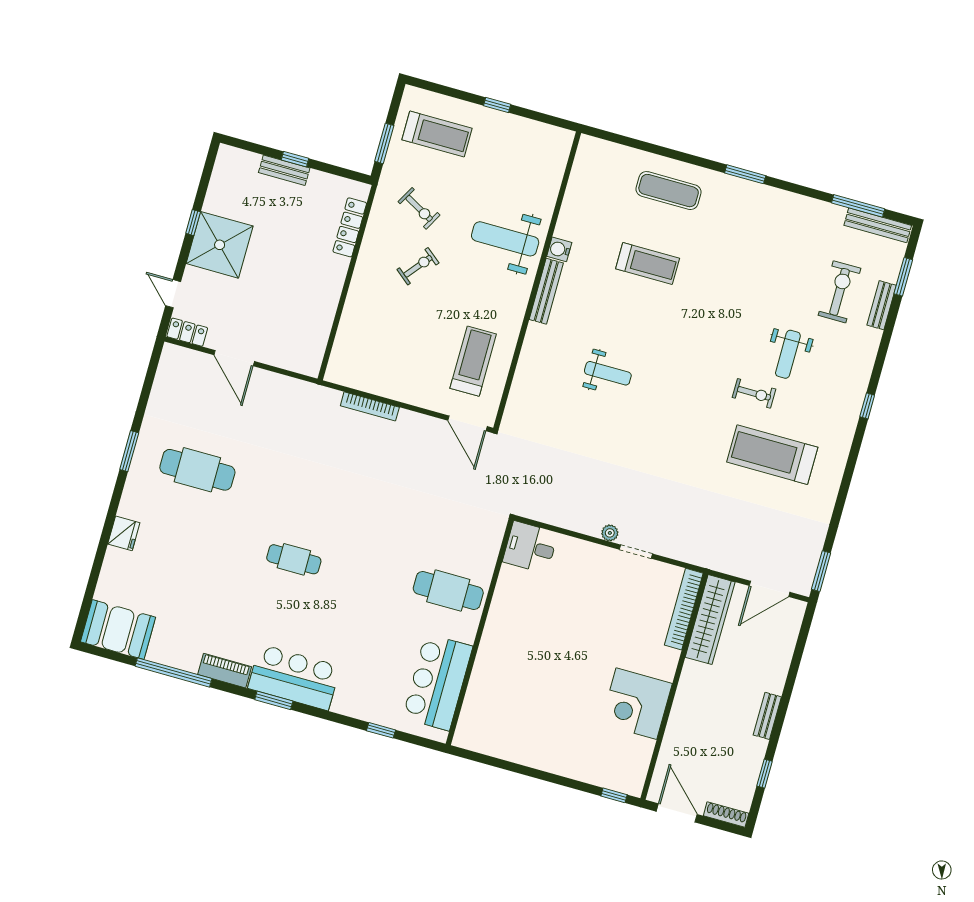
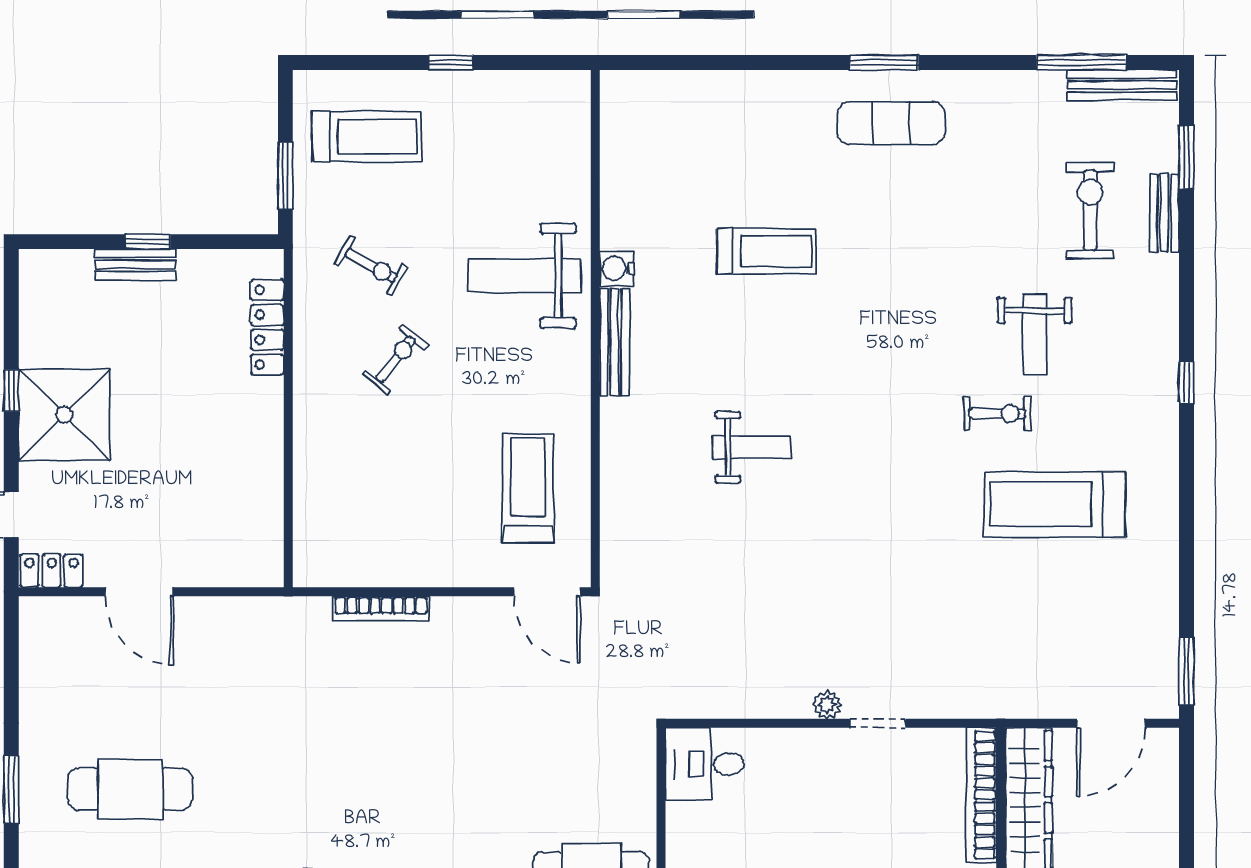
exercise mat: (669, 191) -> (891, 123), moved

